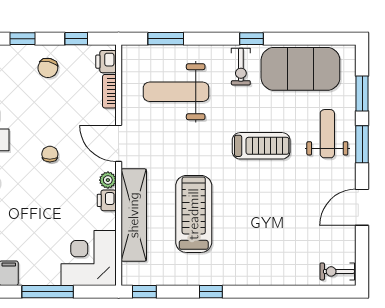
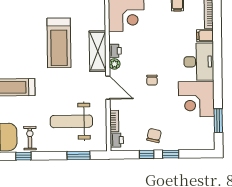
window: (76, 39) -> (147, 154), moved
weight bench: (176, 92) -> (71, 121), turned 180
shelving: (134, 215) -> (98, 51), width x0.68

